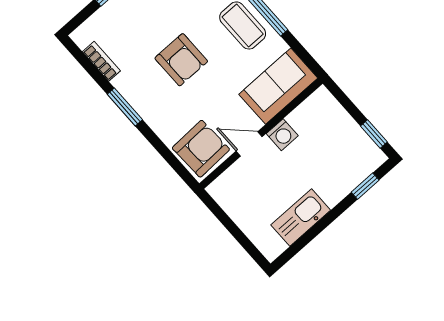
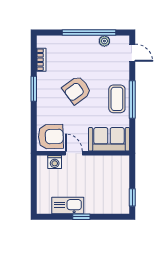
armchair: (181, 60) -> (77, 90), turned 54
washing machine: (282, 135) -> (55, 162), moved
window: (365, 186) -> (81, 217), moved

